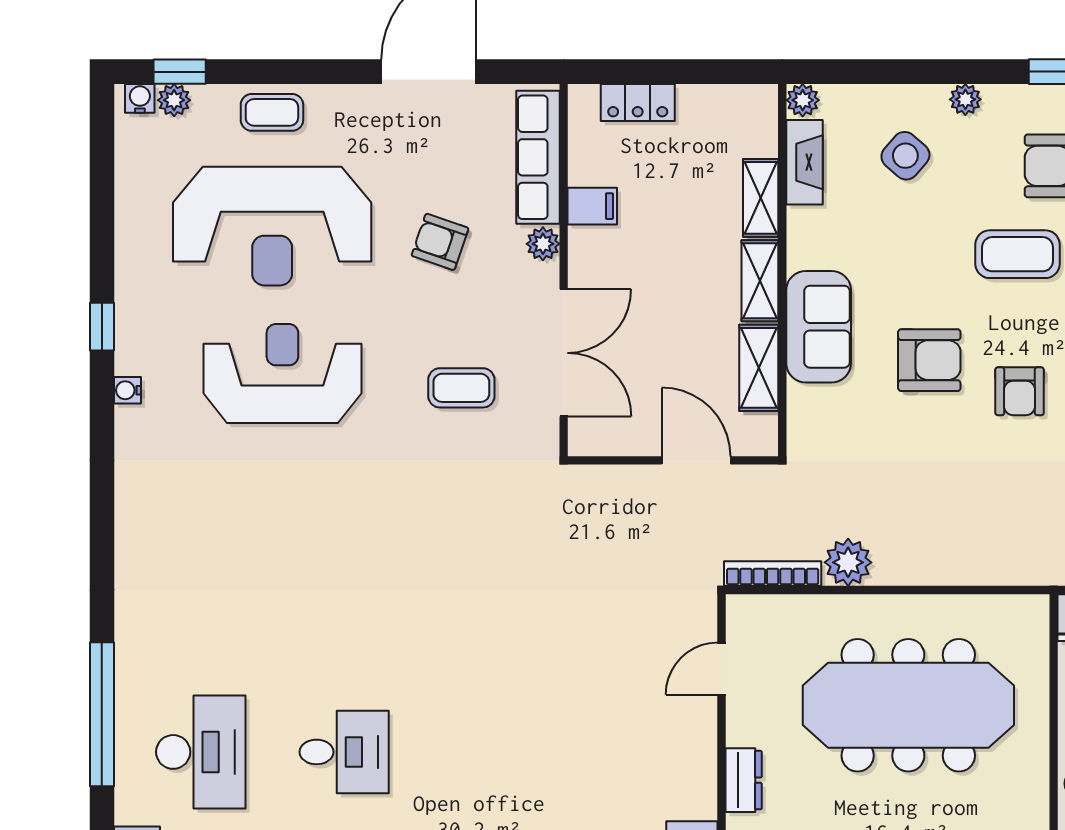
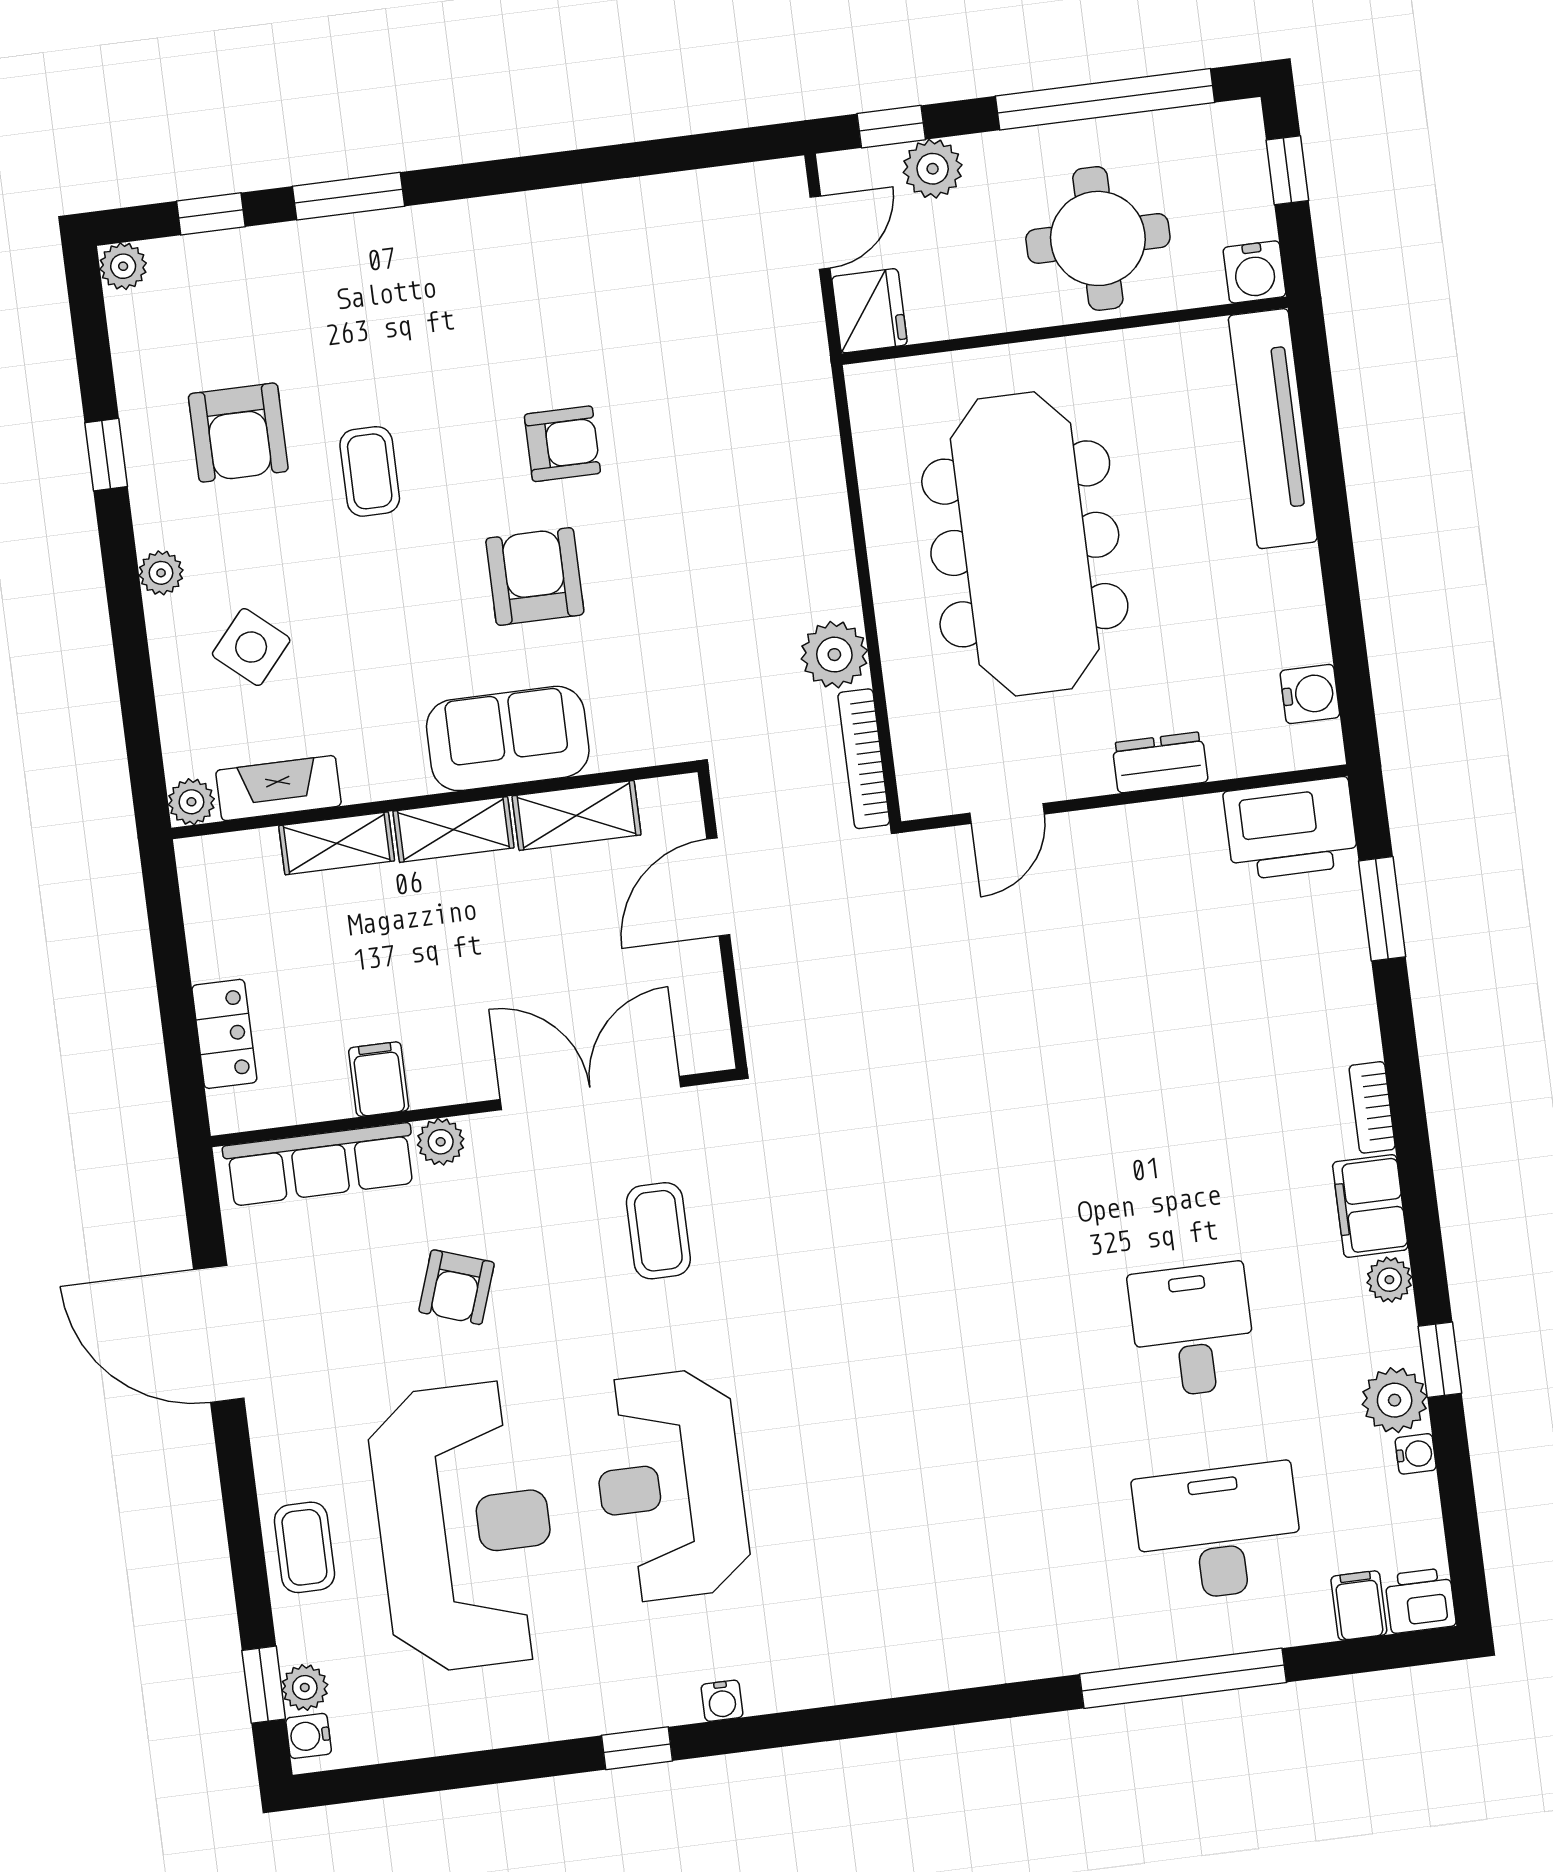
coffee table: (1017, 254) -> (370, 471), width x0.73, depth x0.77
door: (722, 669) -> (1007, 814), hinge flipped

